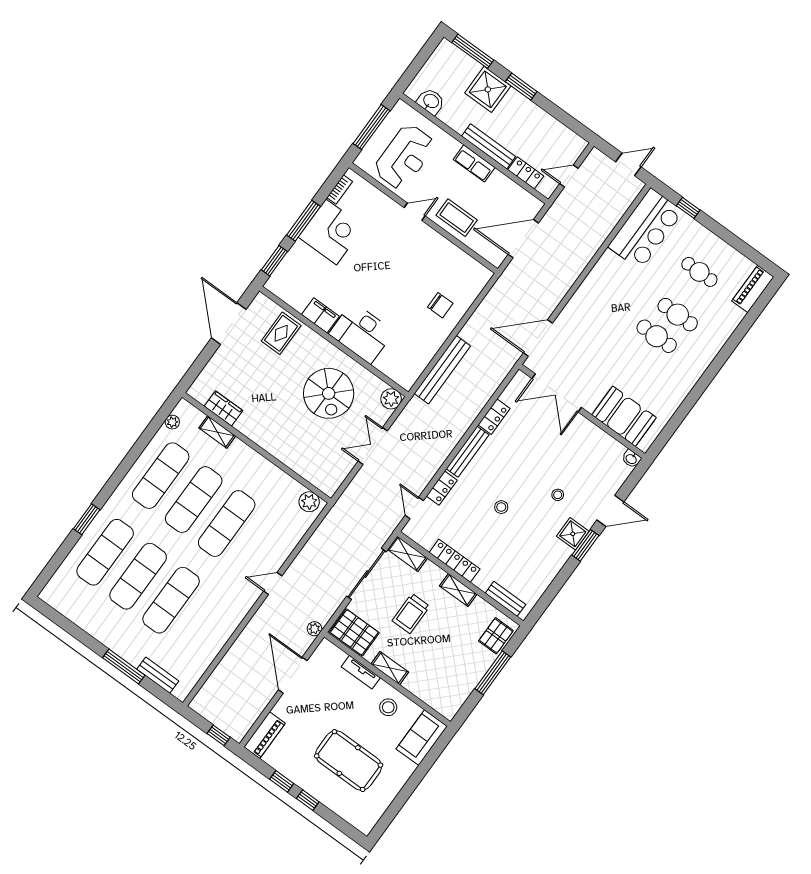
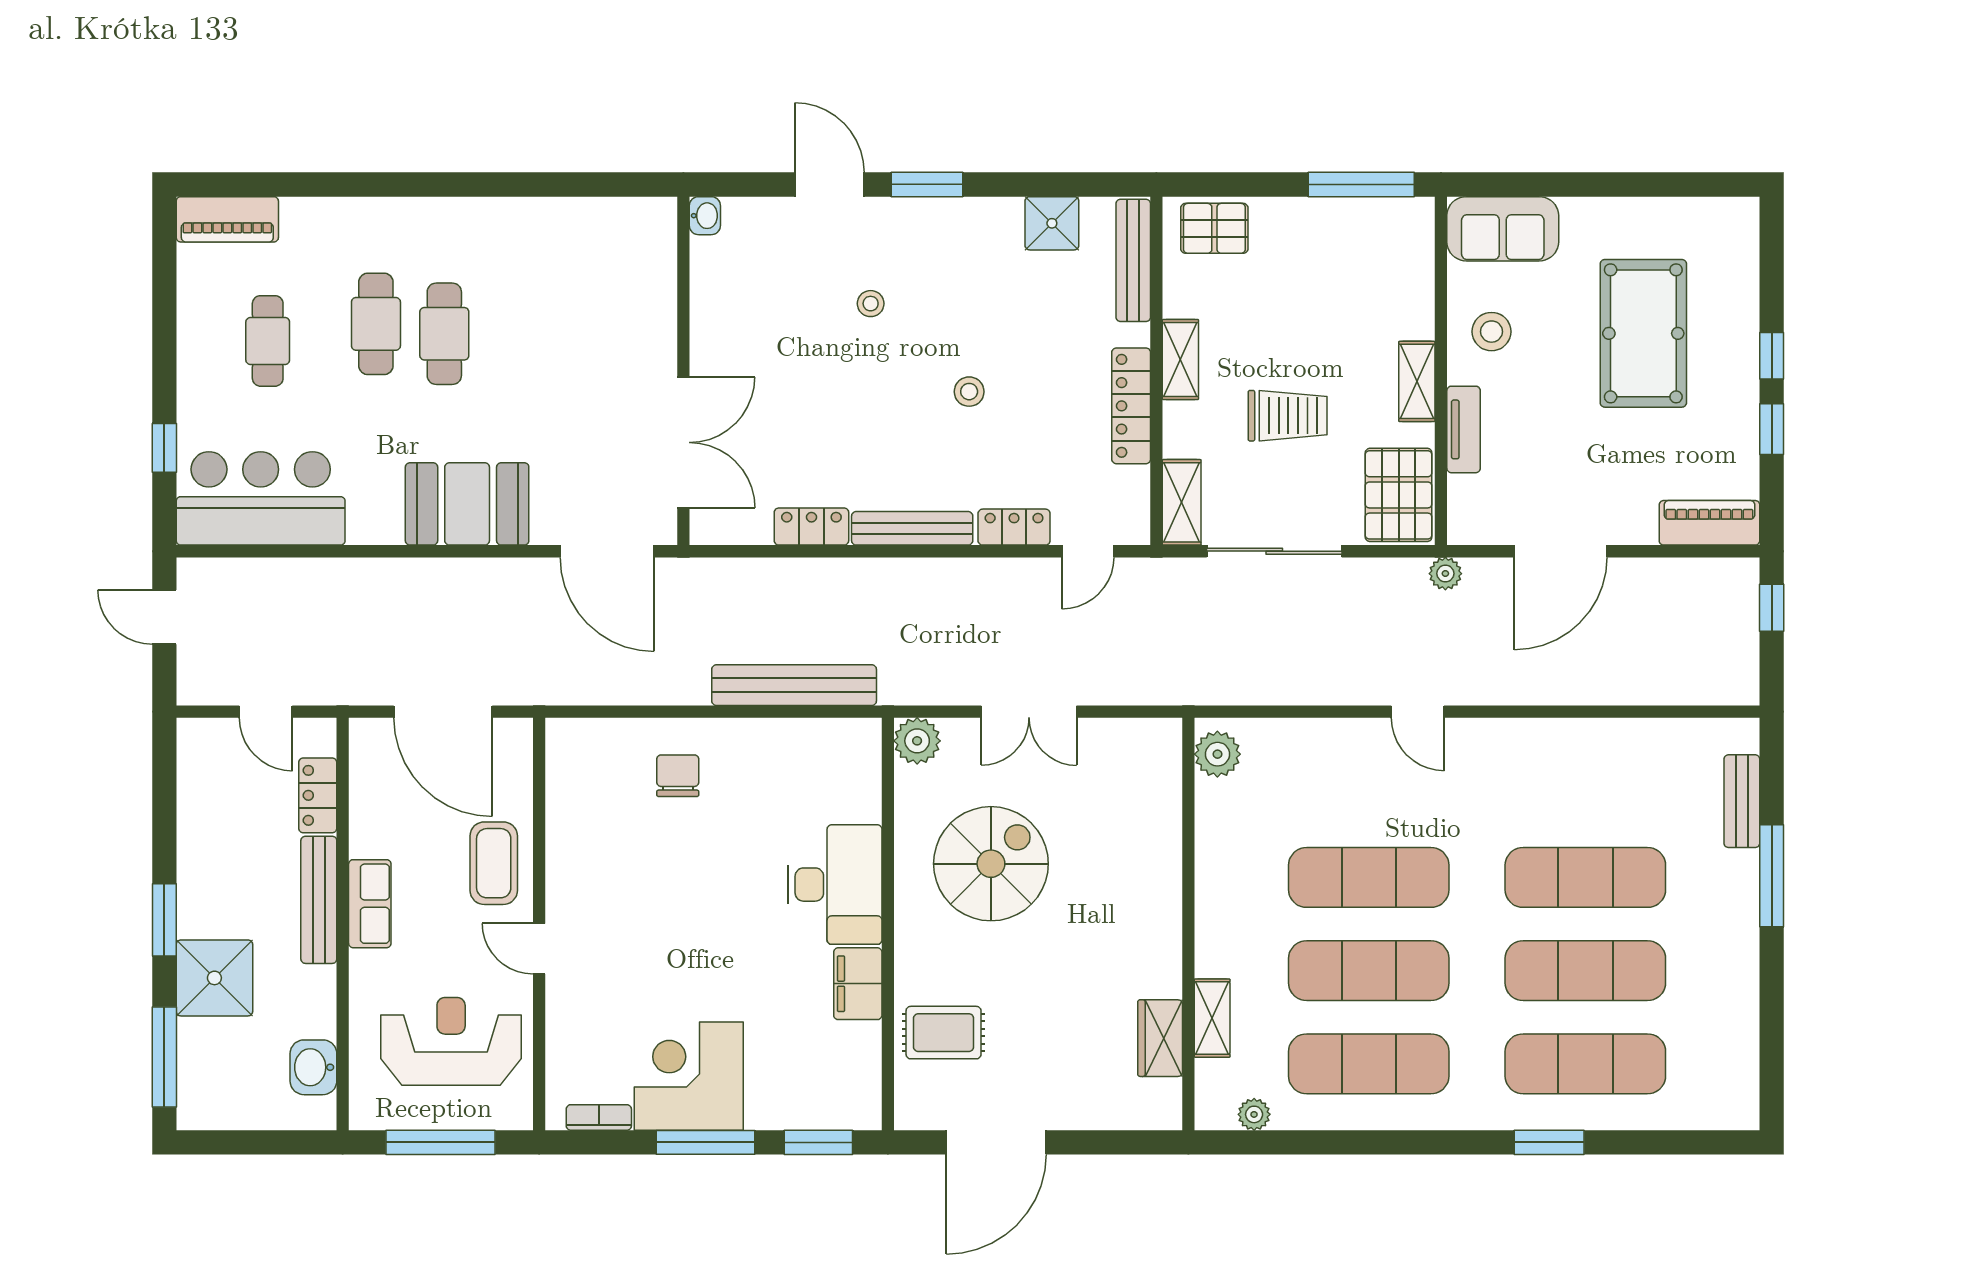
booth: (624, 416) -> (467, 504), moved, turned 90
shower: (573, 534) -> (1052, 223), moved
bench: (505, 599) -> (1133, 260), width x1.36
window: (493, 673) -> (1361, 184), moved

